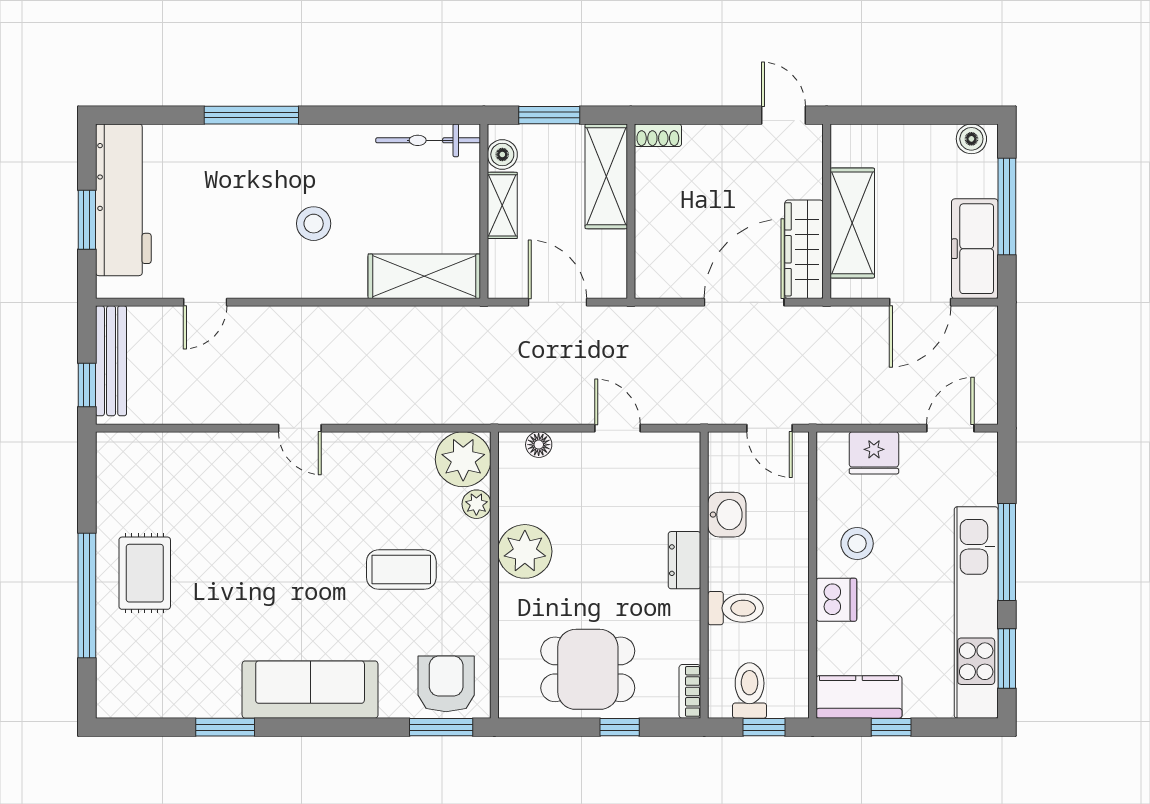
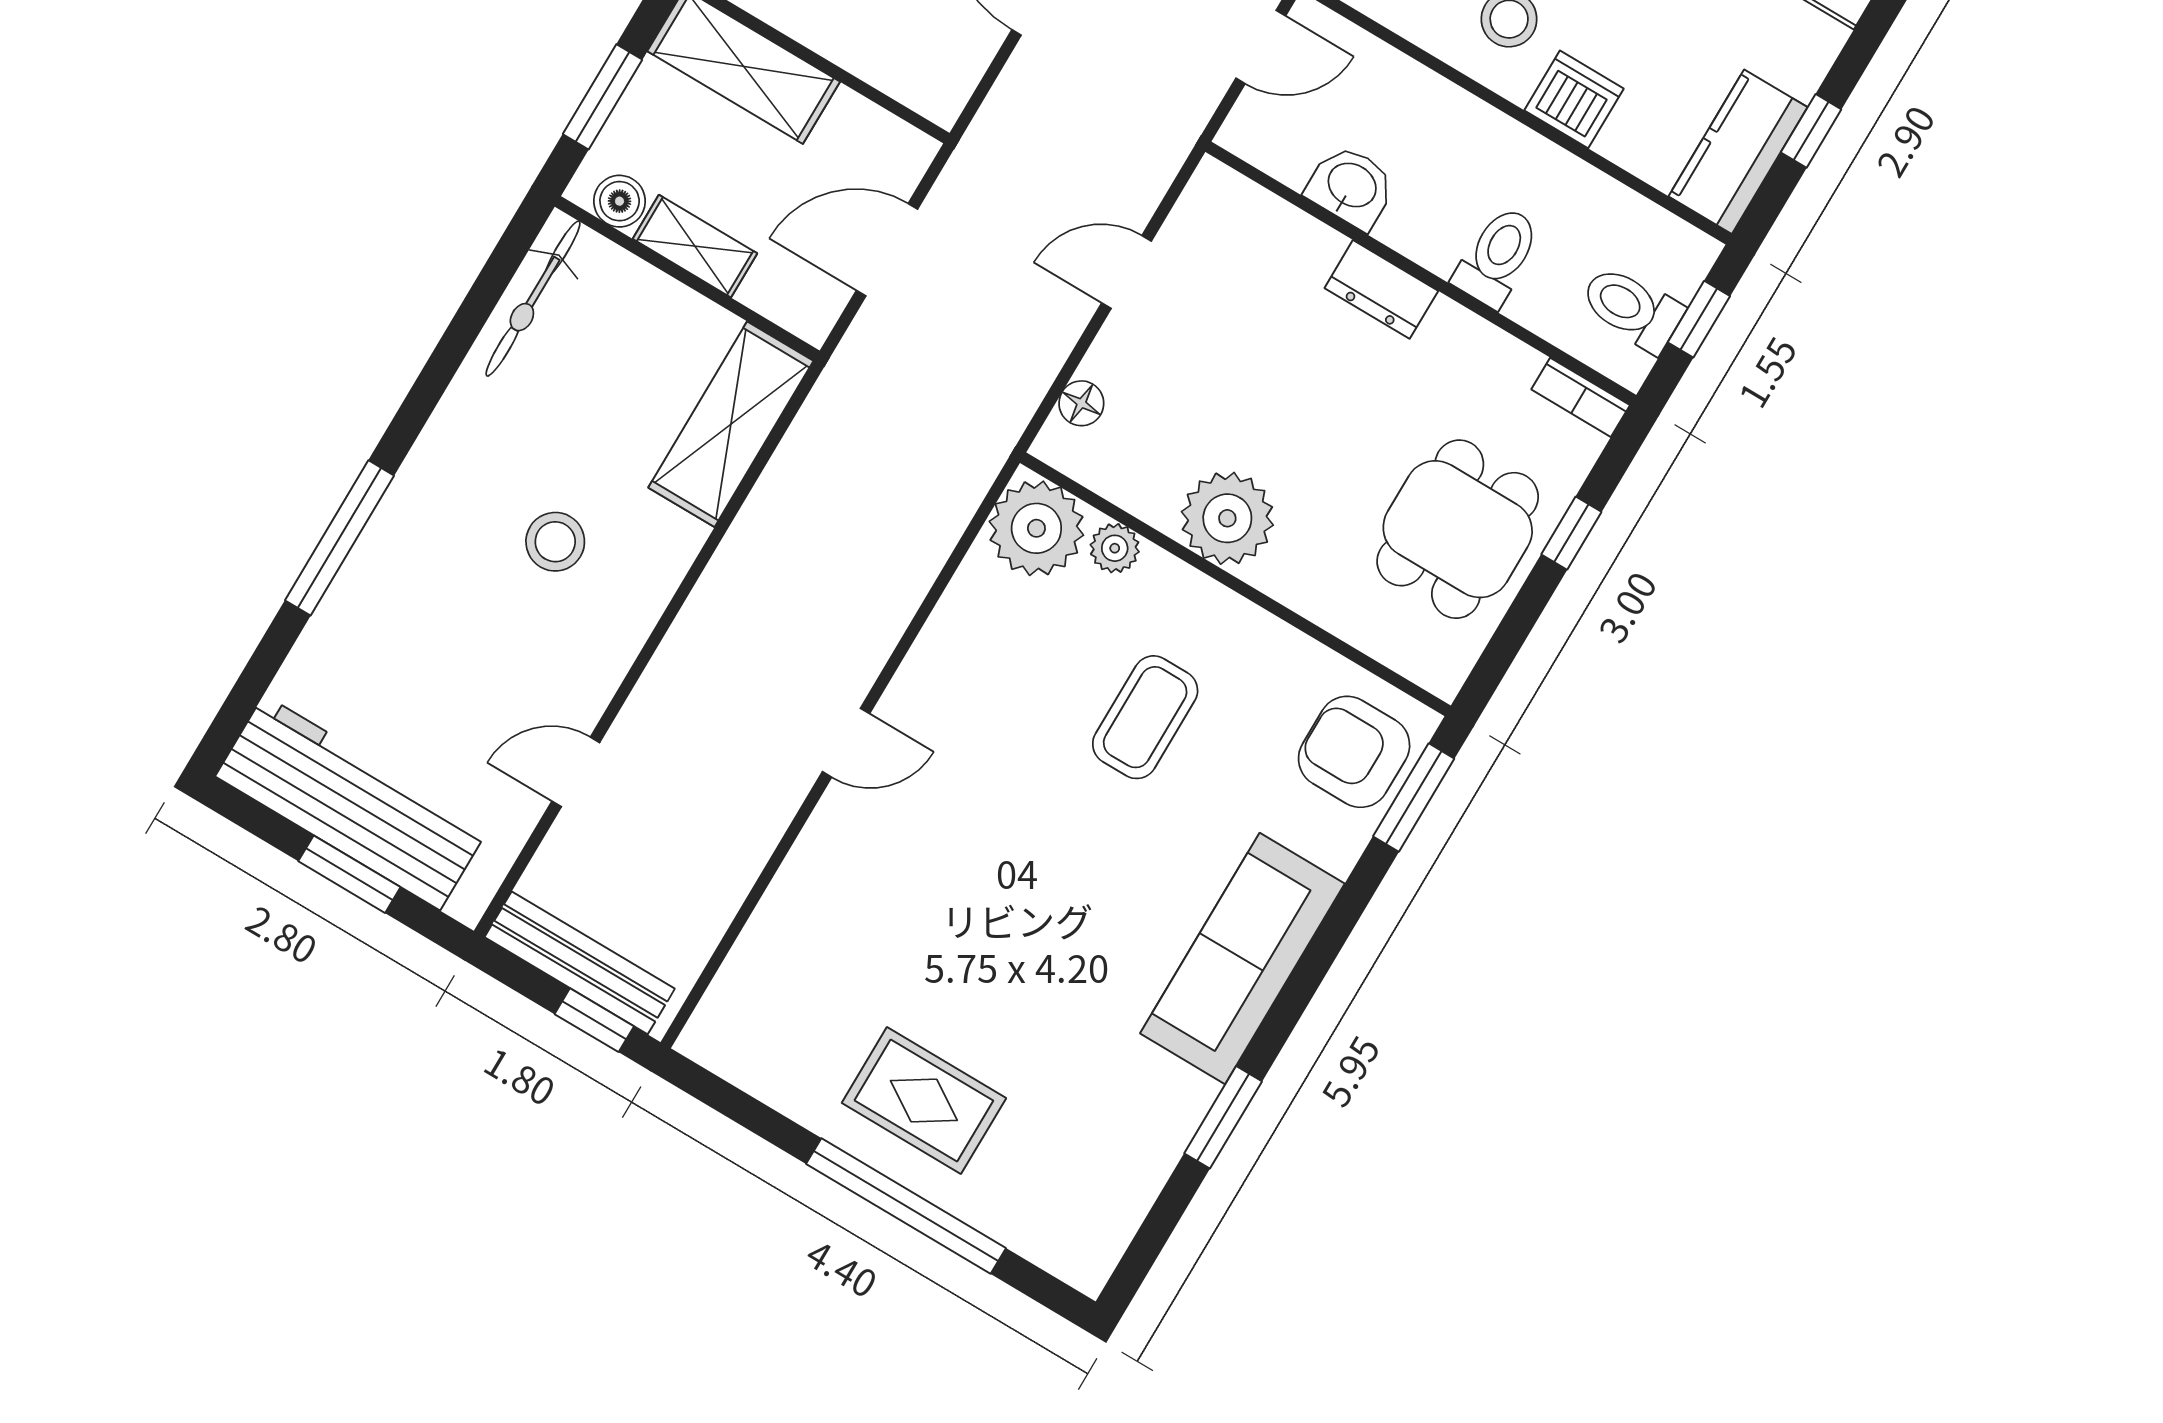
door: (205, 302) -> (576, 772), swing flipped

